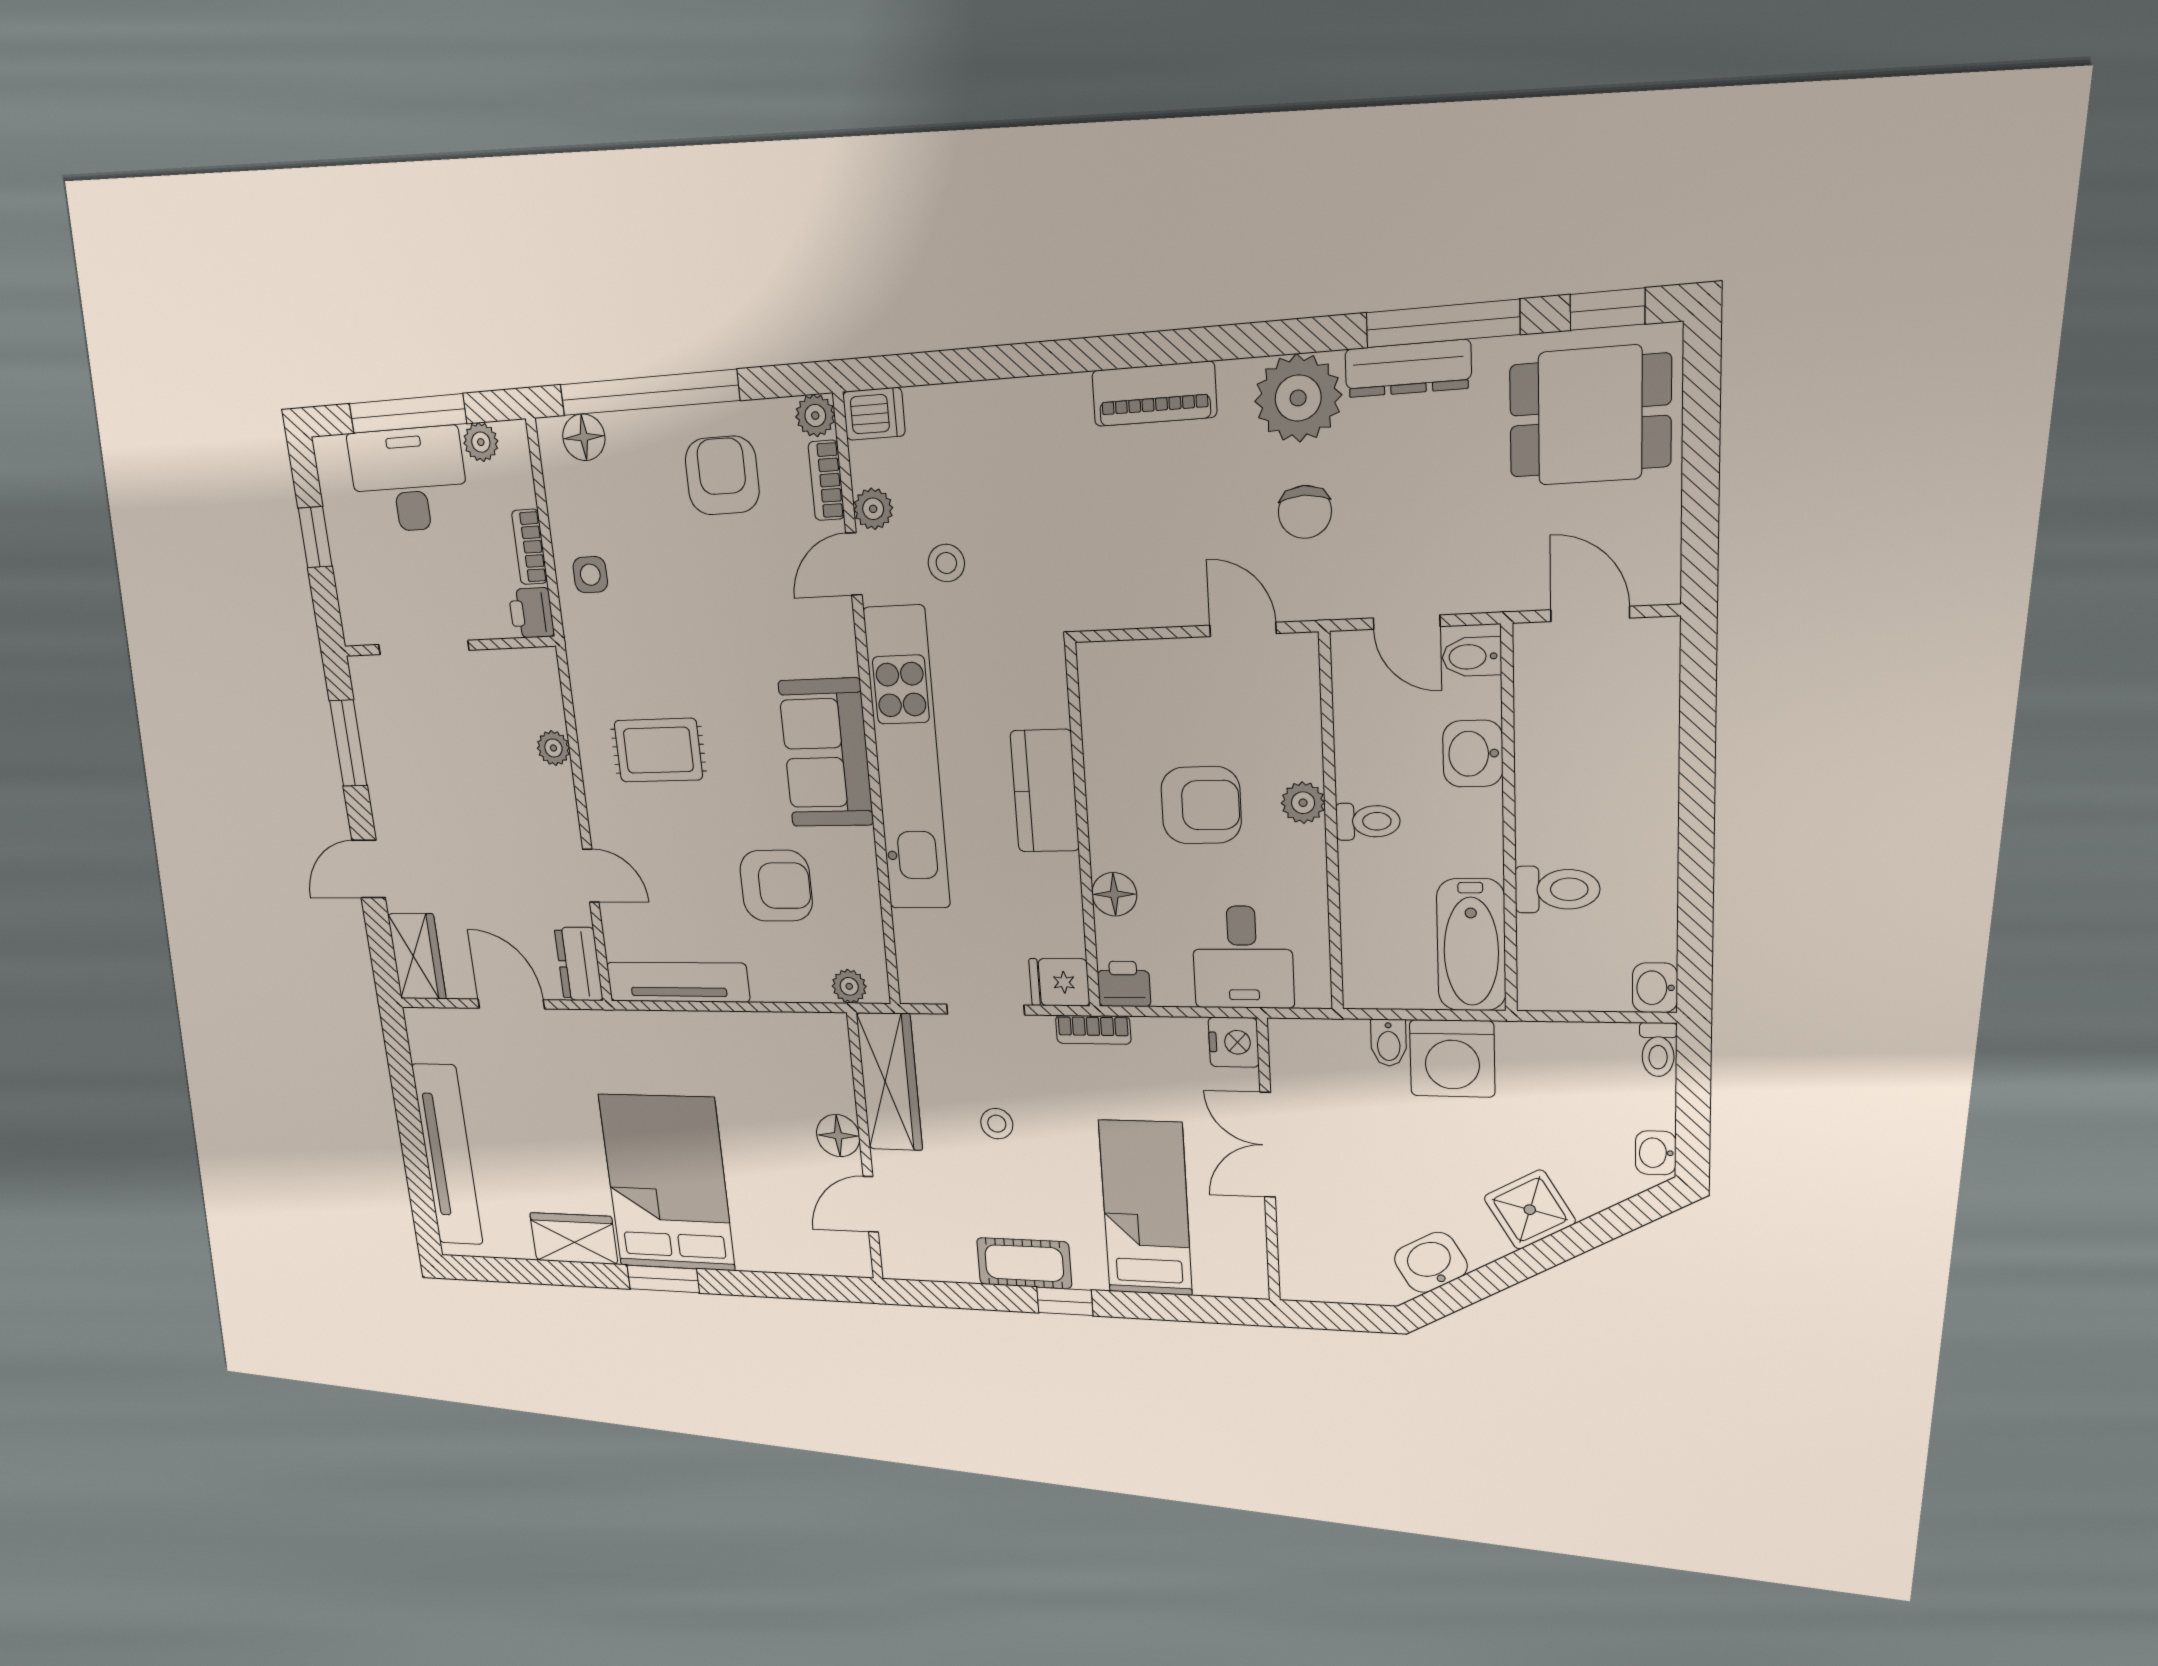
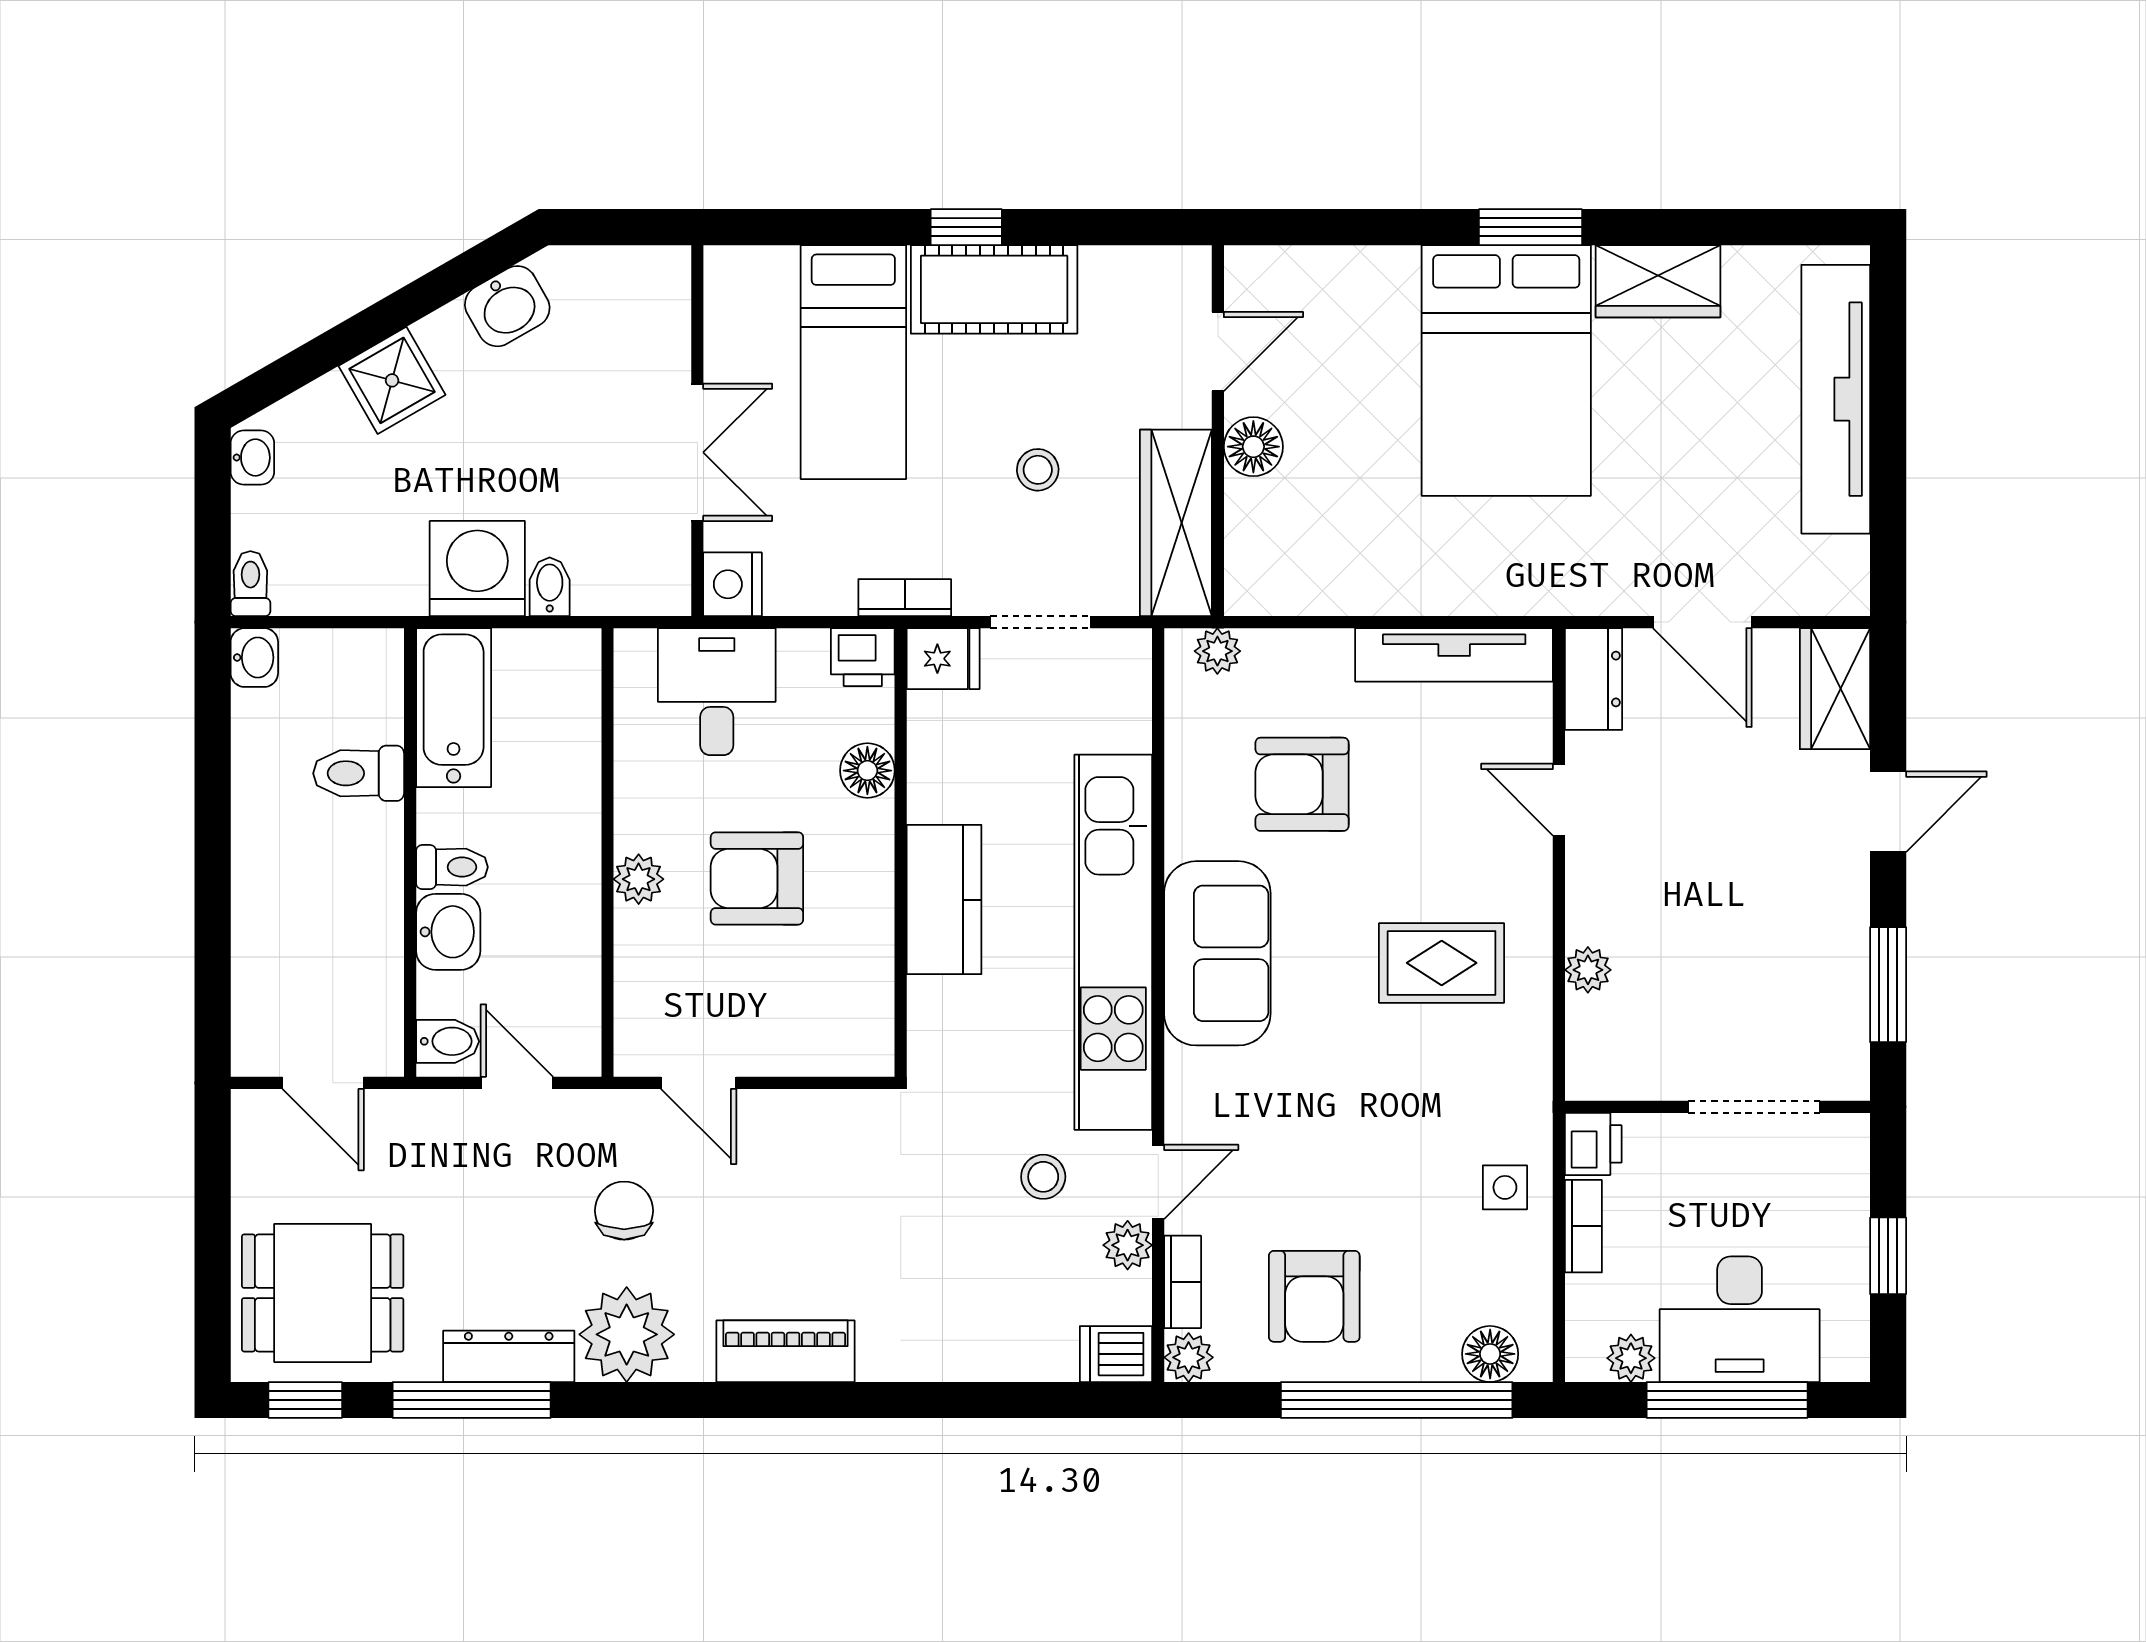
toilet: (1368, 821) -> (452, 867), moved, turned 180
cot: (1024, 1263) -> (994, 289), width x1.37, depth x1.34

